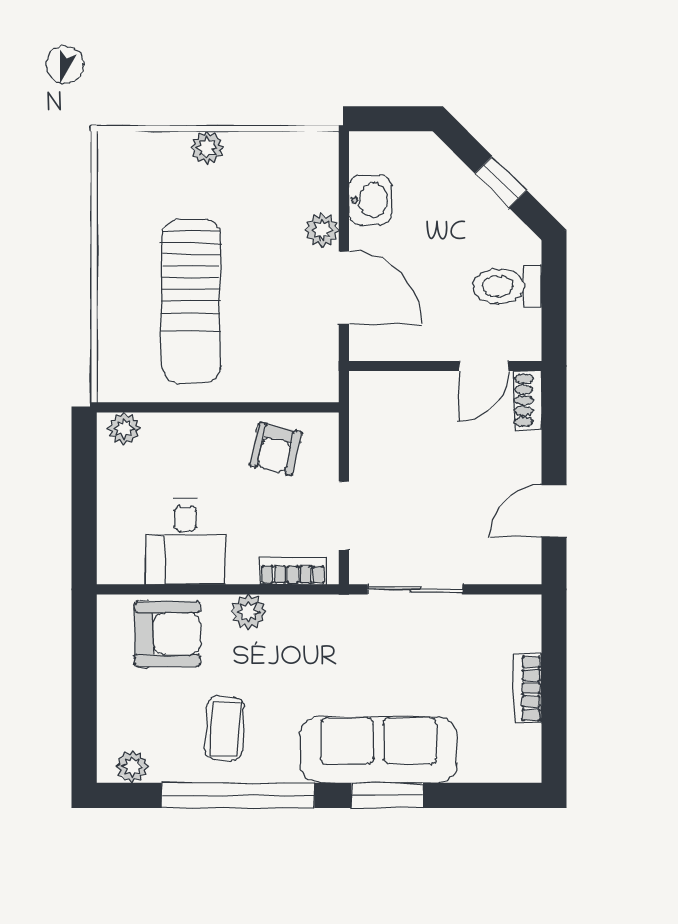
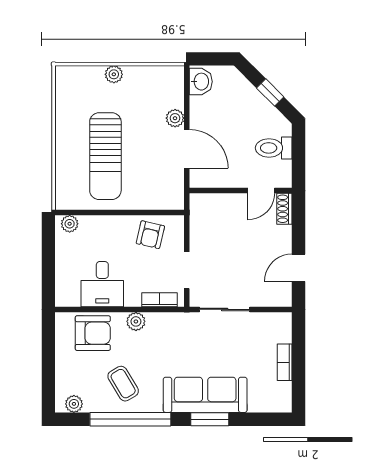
washbasin: (370, 200) -> (201, 82), moved
coffee table: (225, 729) -> (123, 384), turned -34

